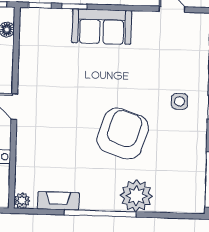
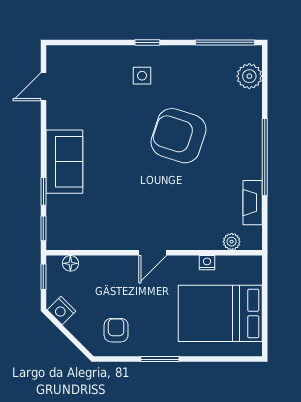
plant: (136, 196) -> (249, 76), moved, width x0.73, depth x0.73
plant: (22, 201) -> (232, 242), moved

